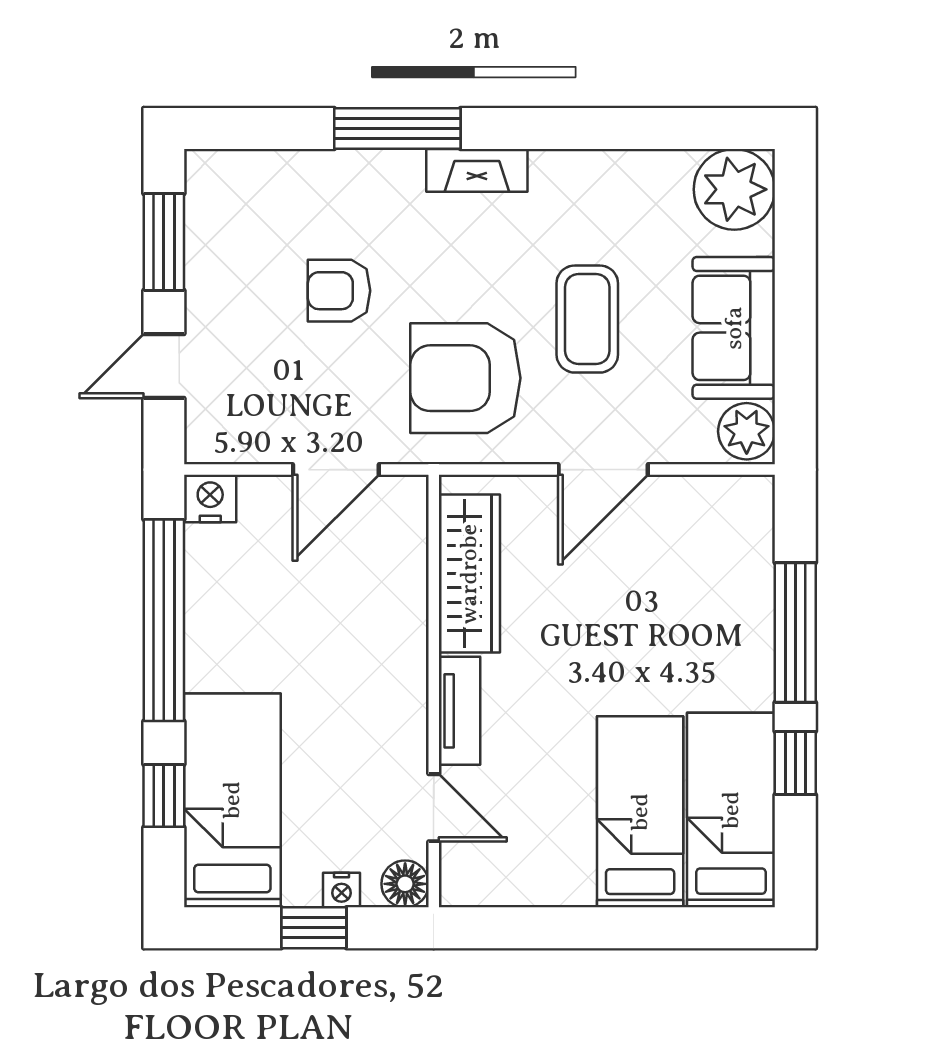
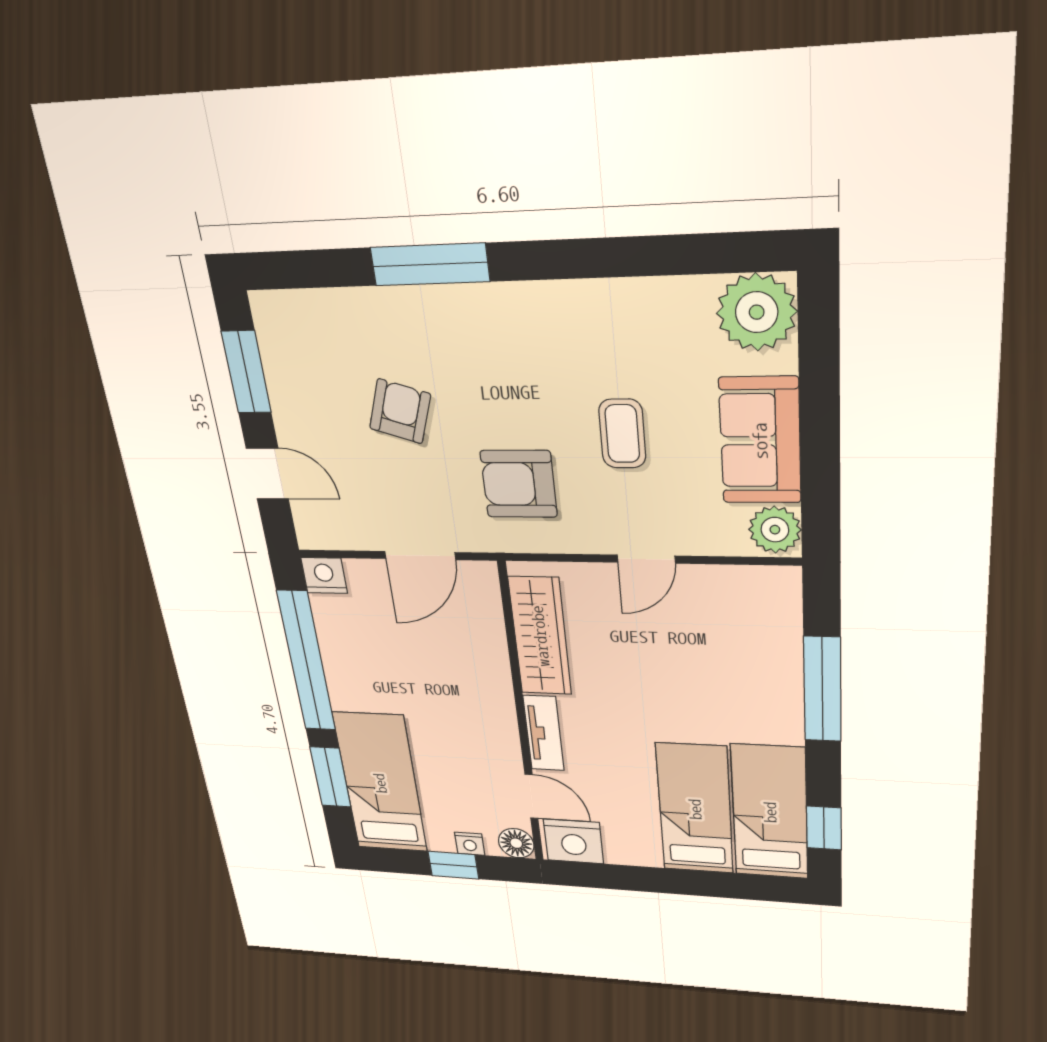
fireplace: (477, 170) -> (508, 301), removed
armchair: (339, 291) -> (400, 411), turned 108
coffee table: (587, 319) -> (622, 434), width x0.73, depth x0.77
door: (164, 366) -> (267, 474), swing flipped
armchair: (465, 378) -> (519, 484), width x0.73, depth x0.73
door: (603, 470) -> (646, 559), width x0.73
window: (795, 763) -> (824, 828), moved
window: (164, 796) -> (330, 777), width x1.50
nightstand: (482, 875) -> (573, 841), added

